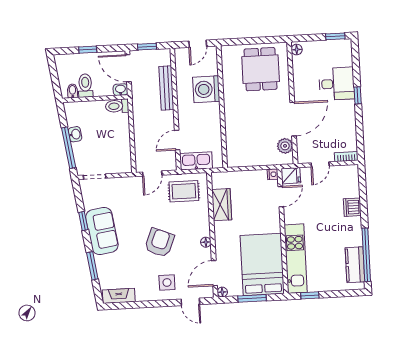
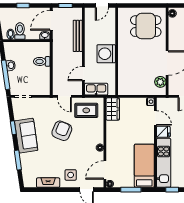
door: (128, 68) -> (51, 20), hinge flipped
dining table: (261, 69) -> (146, 26), turned 90
washing machine: (206, 89) -> (106, 54), moved
toilet: (117, 106) -> (42, 61), moved
door: (152, 174) -> (64, 96), hinge flipped
fridge: (291, 176) -> (163, 132), moved
door: (281, 197) -> (155, 118), hinge flipped
wardrobe: (222, 205) -> (113, 109), moved
armchair: (159, 243) -> (62, 131), moved
bed: (262, 264) -> (144, 166), width x0.67
fireplace: (119, 296) -> (48, 183), moved

